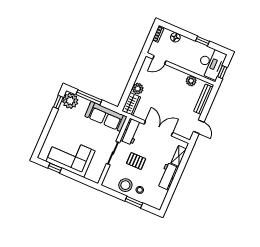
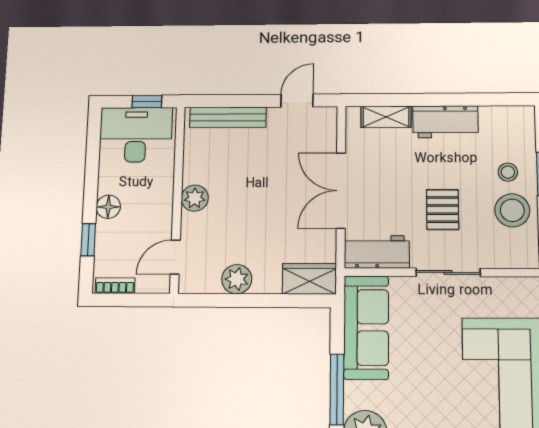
floor lamp: (175, 37) -> (108, 207), moved
window: (202, 41) -> (88, 240), moved
door: (159, 60) -> (175, 257), swing flipped
plant: (191, 81) -> (195, 198), moved
plant: (138, 89) -> (237, 279), moved

